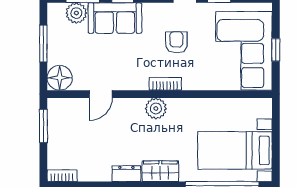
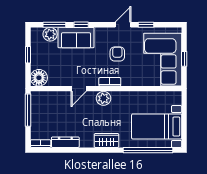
window: (43, 44) -> (28, 55), width x0.67
door: (101, 94) -> (79, 89), moved
window: (43, 126) -> (28, 110), width x1.44
dresser: (126, 174) -> (65, 142), moved, width x1.44

